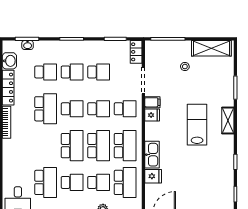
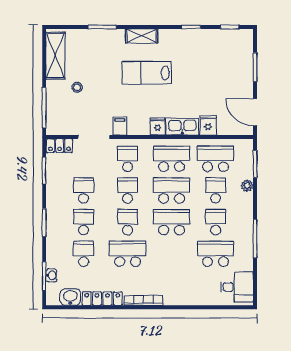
fridge: (152, 115) -> (158, 126), moved

